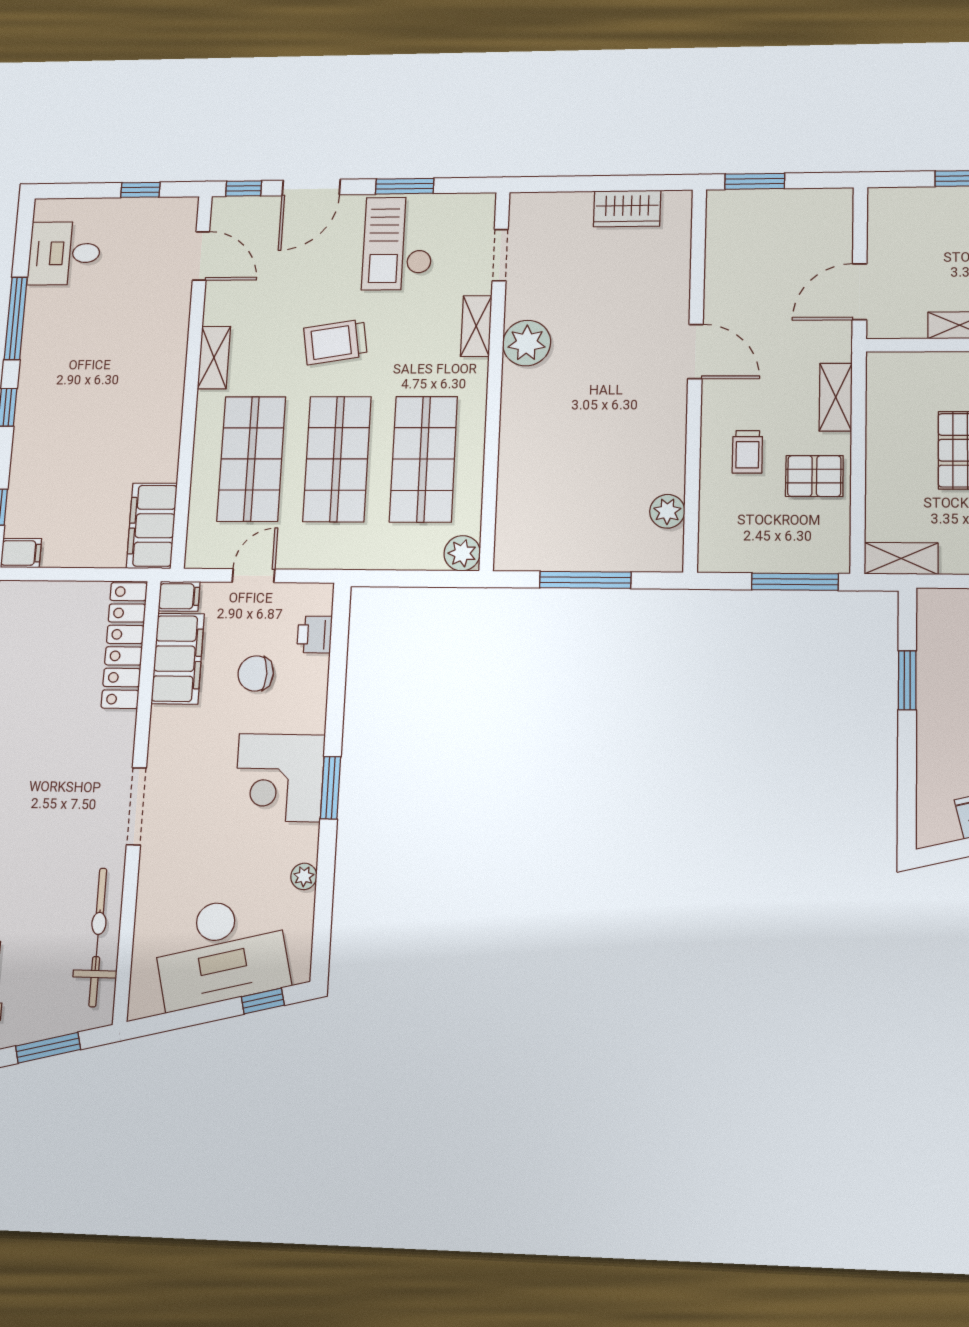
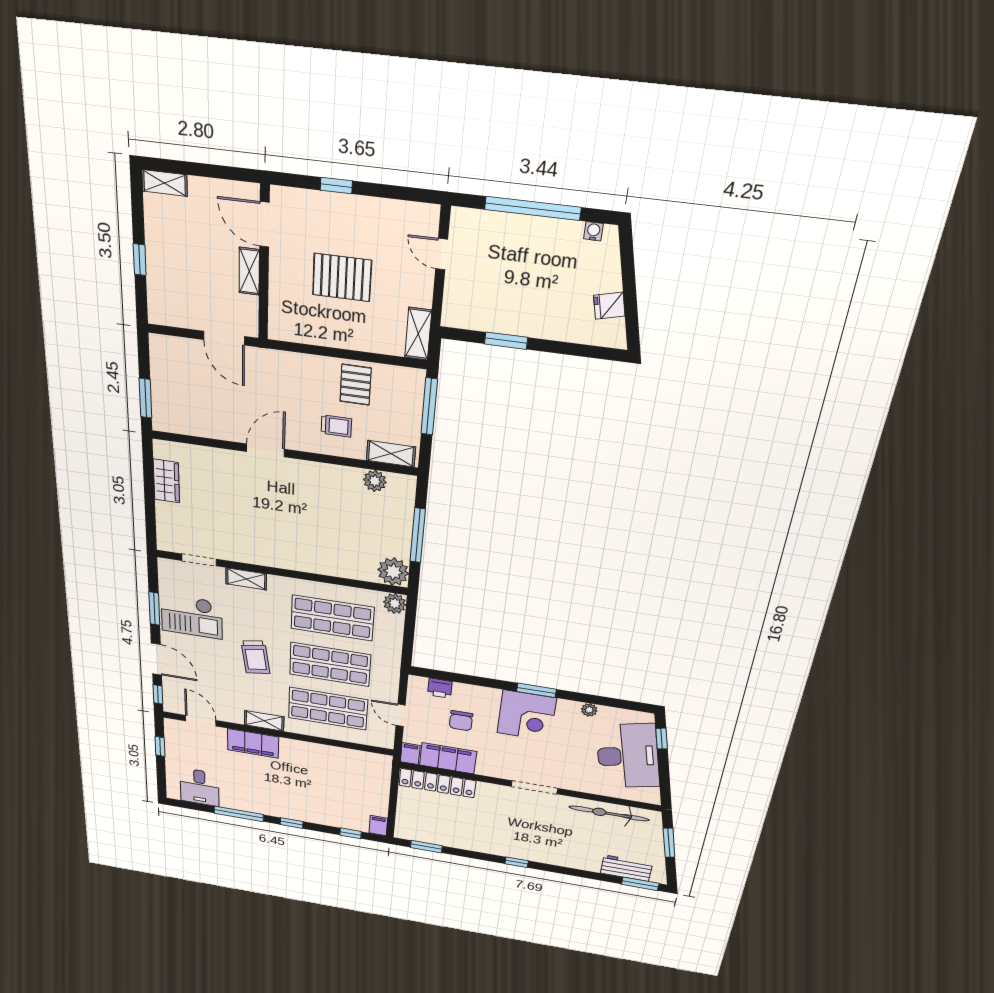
door: (201, 256) -> (201, 721), hinge flipped
plant: (527, 343) -> (393, 572), moved
shelving: (836, 397) -> (391, 454), moved
filing cabinet: (152, 526) -> (253, 743), moved

